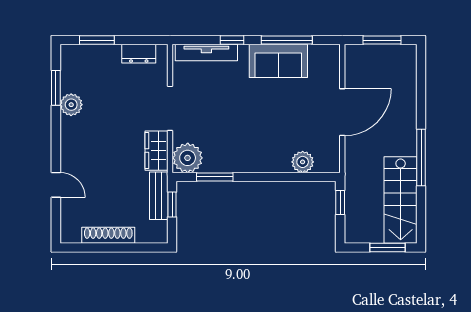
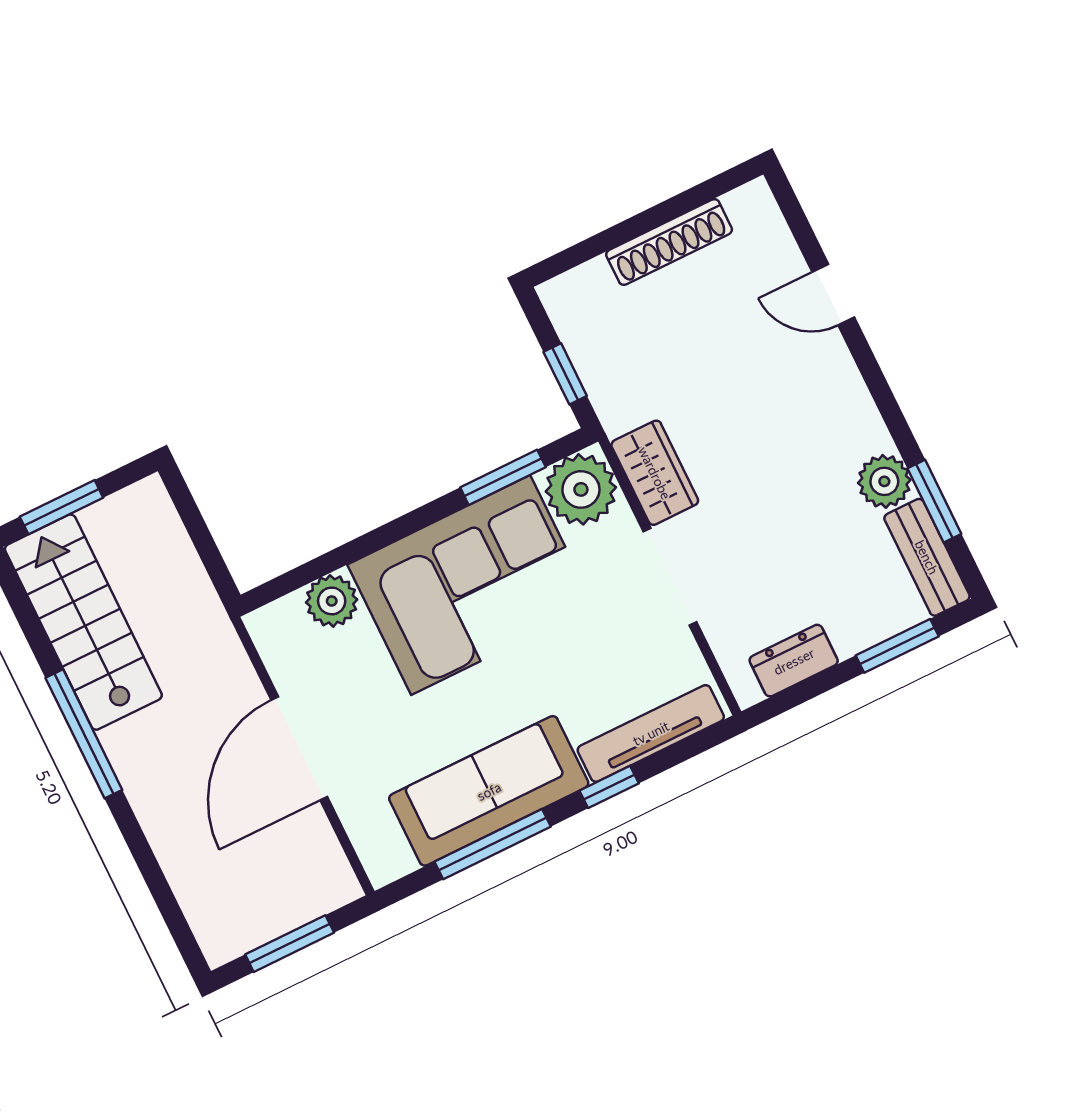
sofa: (278, 61) -> (489, 791), width x1.36
corner sofa: (247, 142) -> (471, 585), added
bench: (159, 196) -> (927, 557), moved
window: (340, 202) -> (209, 554), removed

